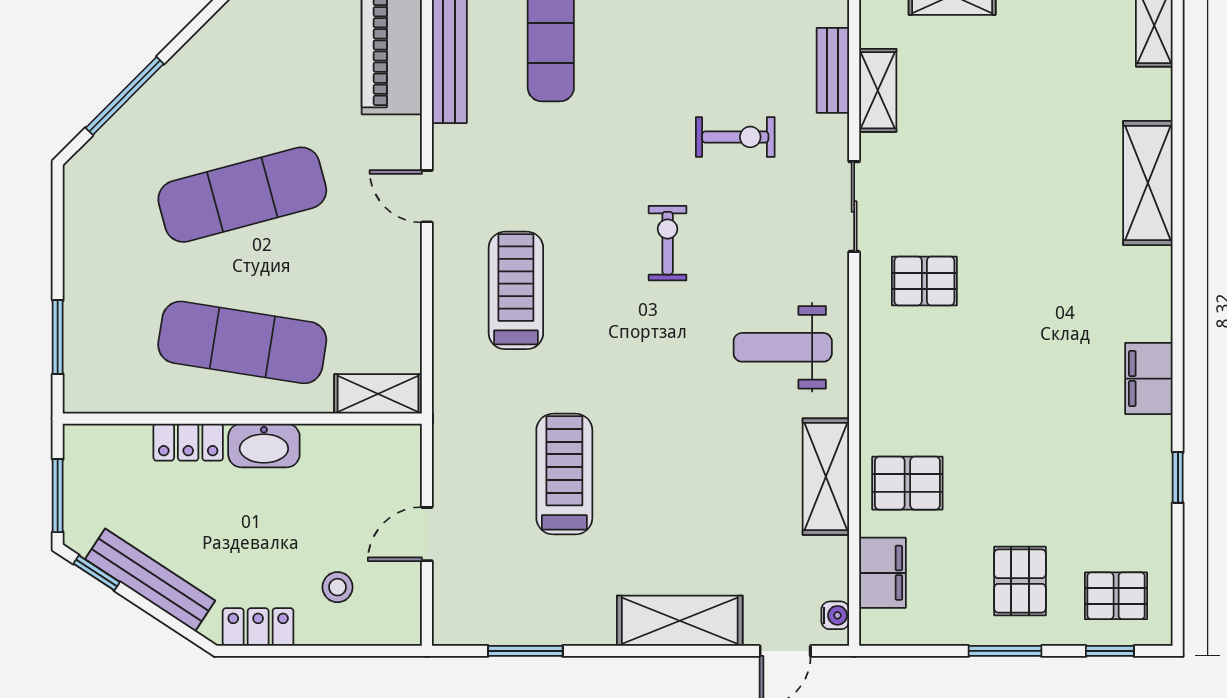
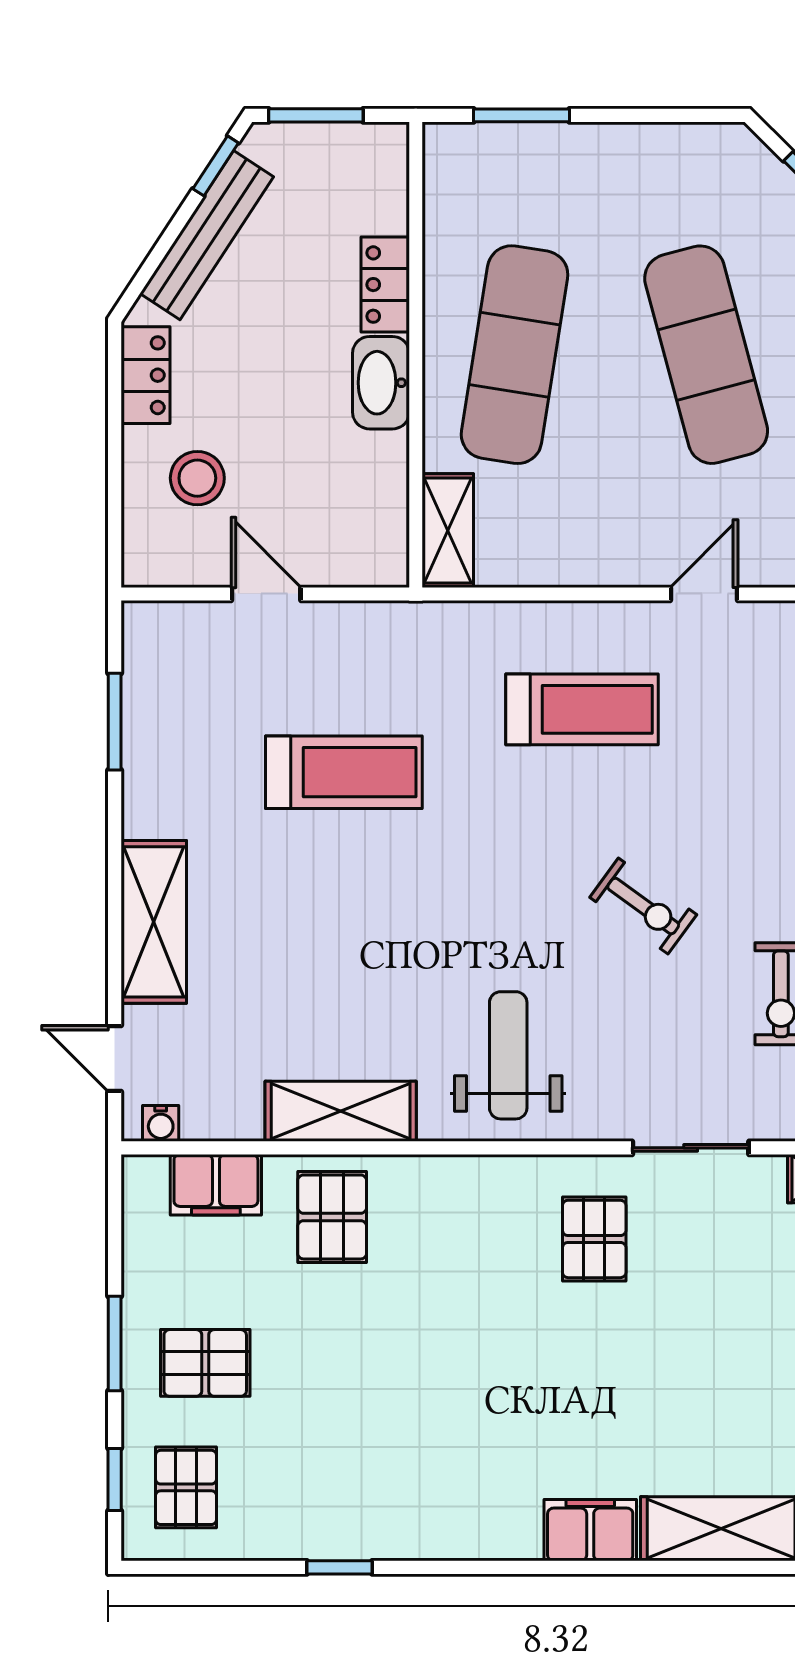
exercise bike: (668, 243) -> (643, 906), turned 36
filing cabinet: (1149, 379) -> (590, 1530), moved
stool: (338, 587) -> (197, 478), width x1.37, depth x1.37

